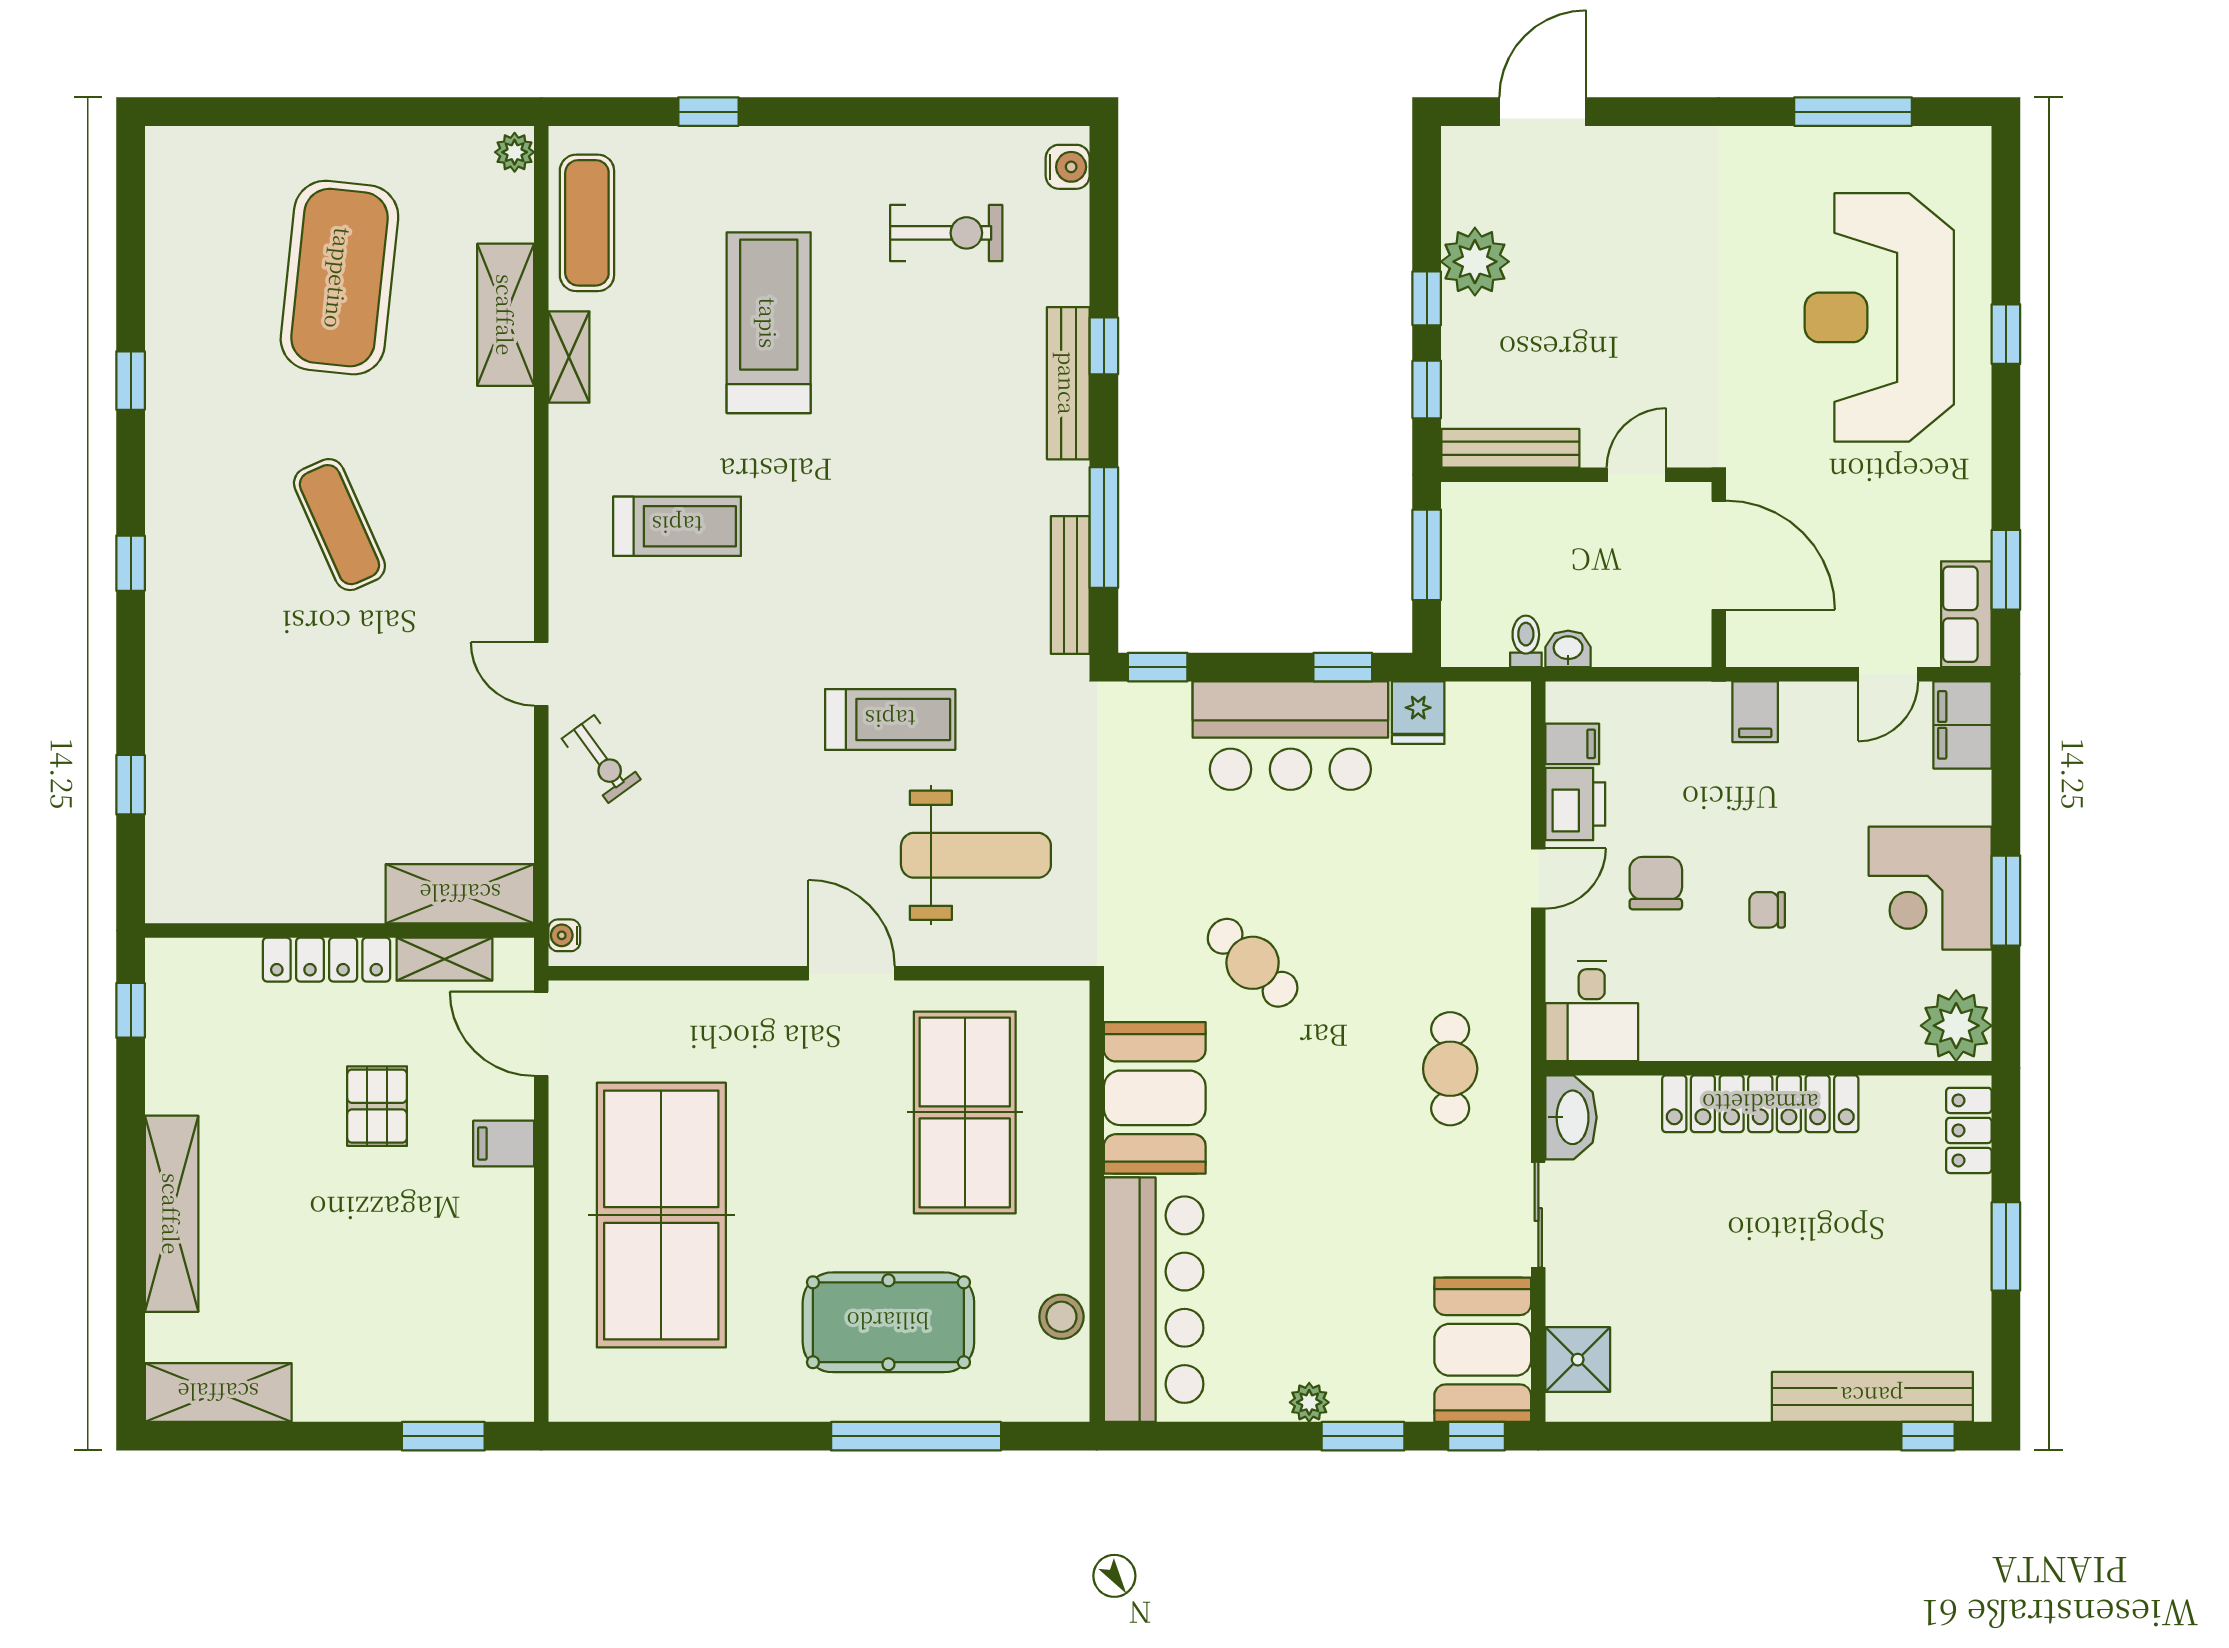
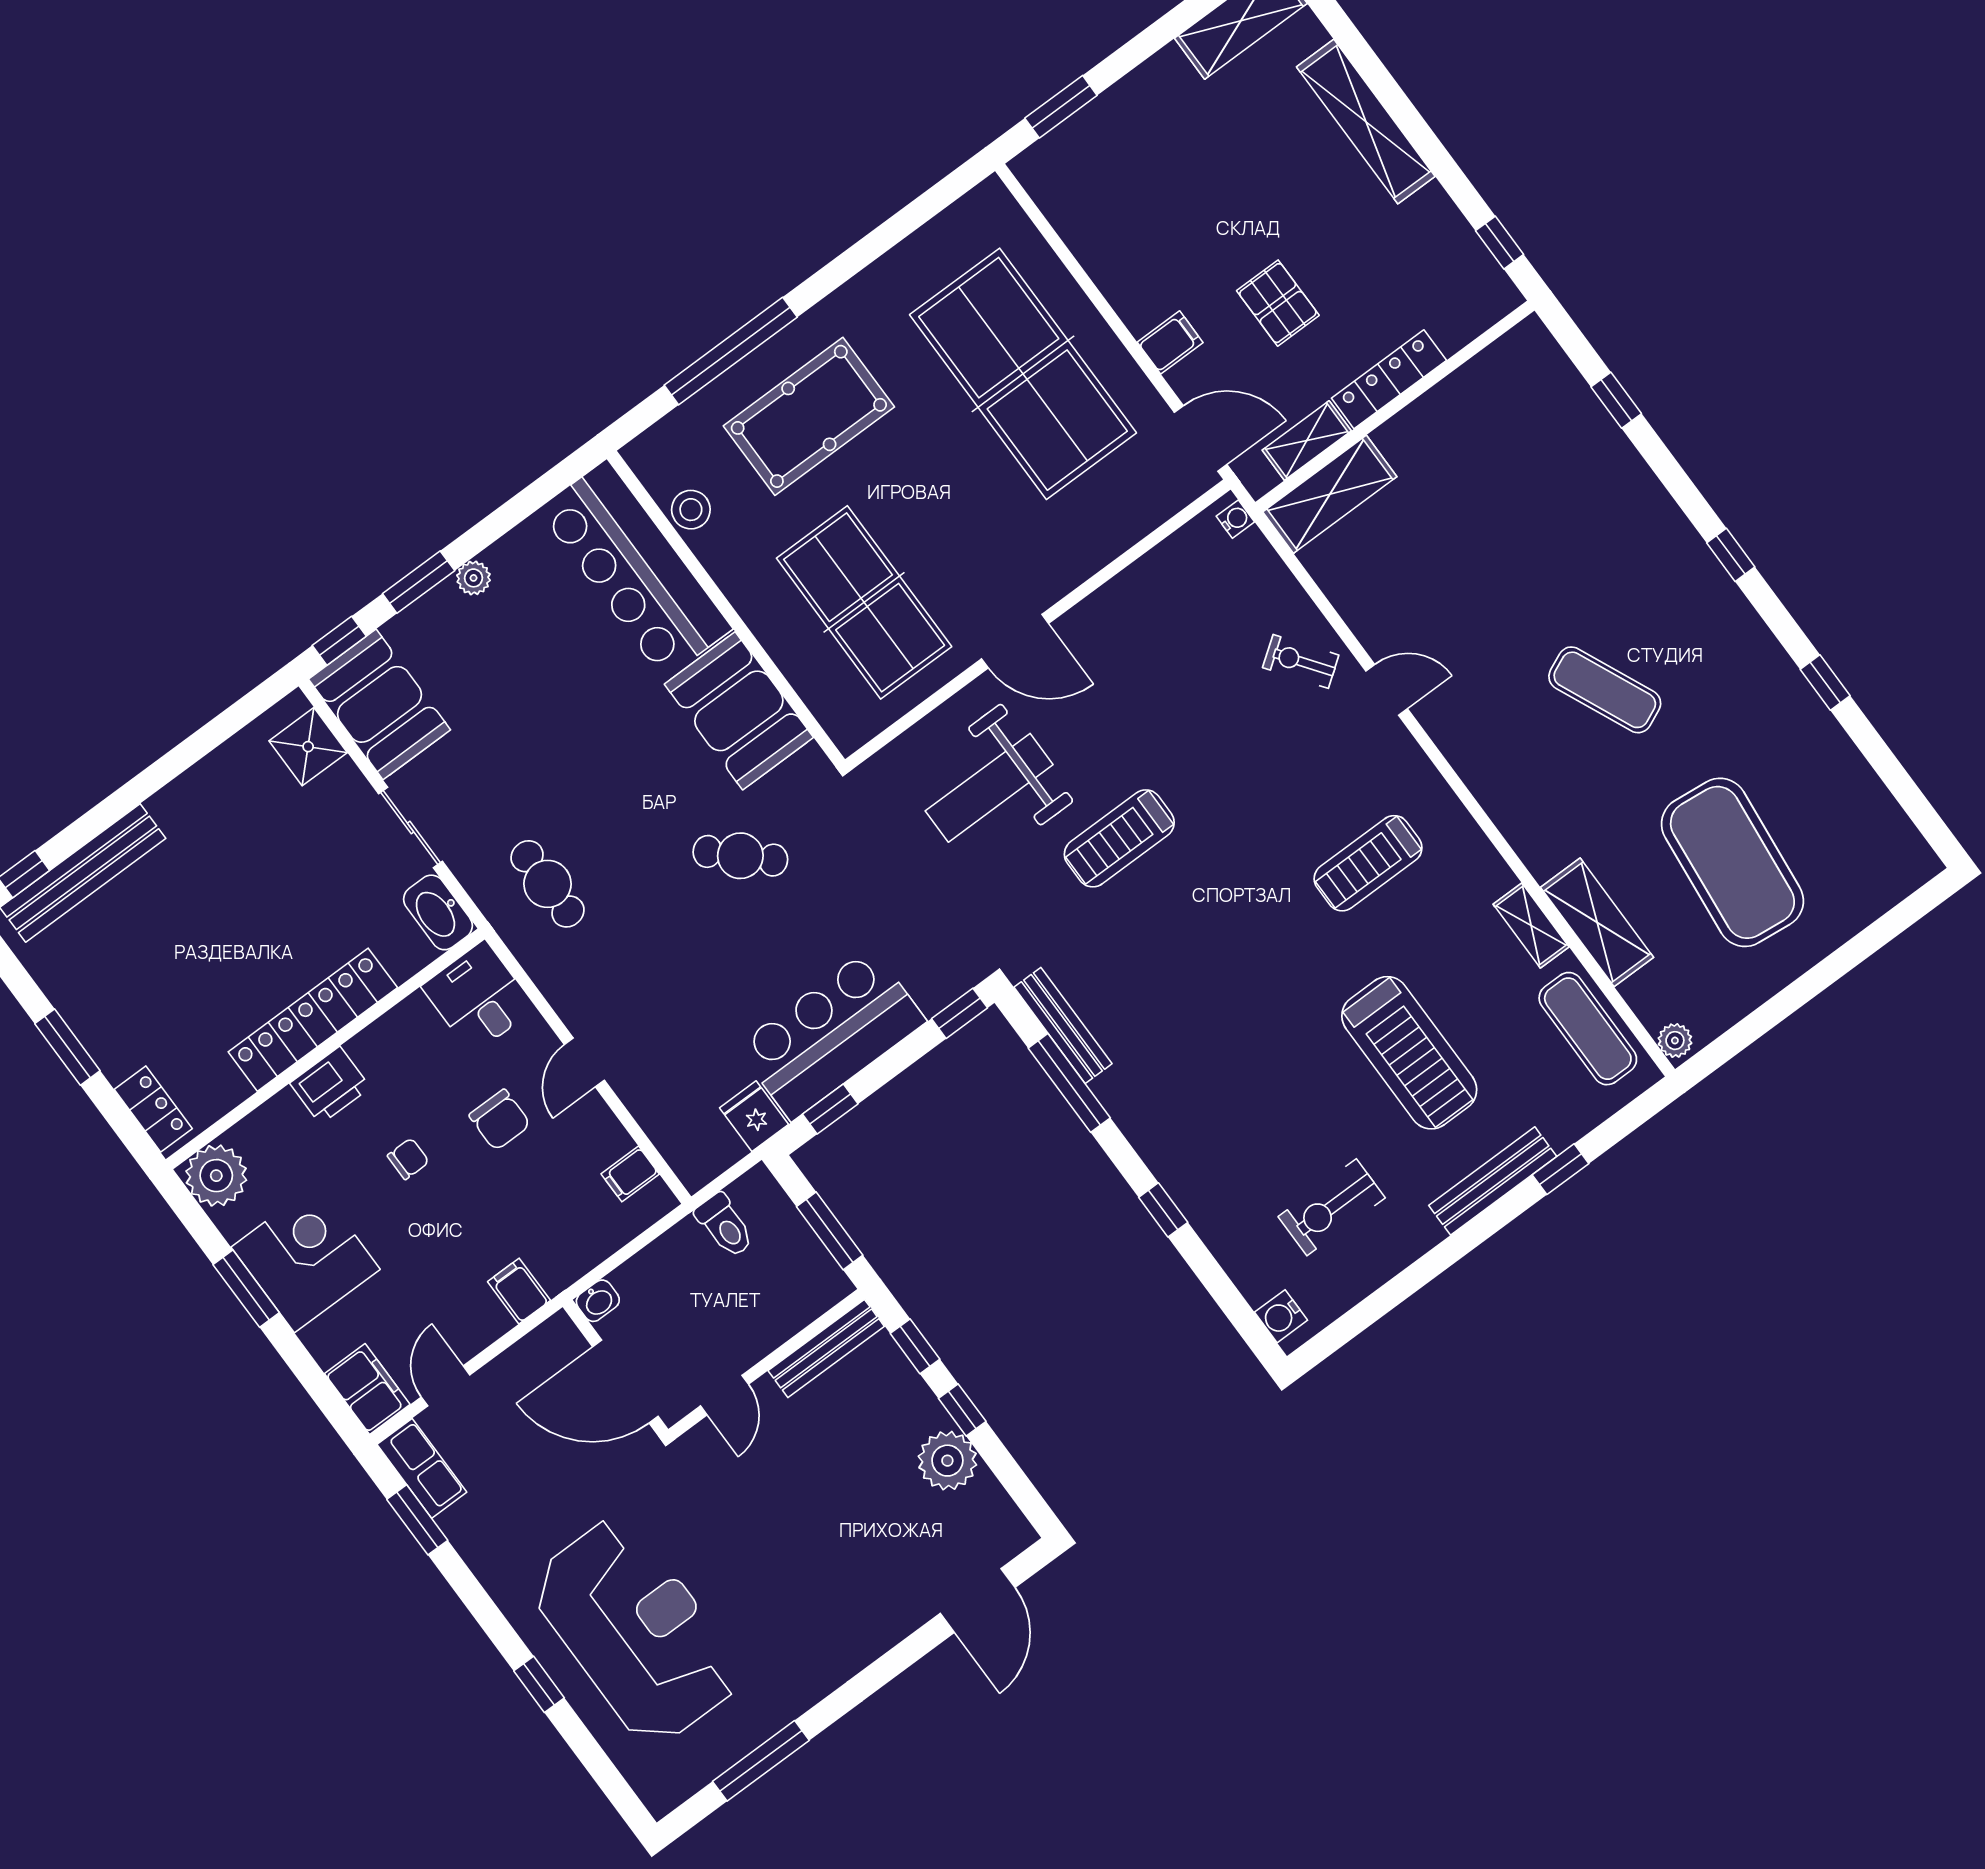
bench: (1068, 383) -> (1493, 1181), moved, turned 90
toilet: (1526, 641) -> (725, 1226), width x1.37, depth x1.39
washbasin: (1568, 649) -> (598, 1301), moved
printer: (1575, 804) -> (330, 1085), moved, turned -90

